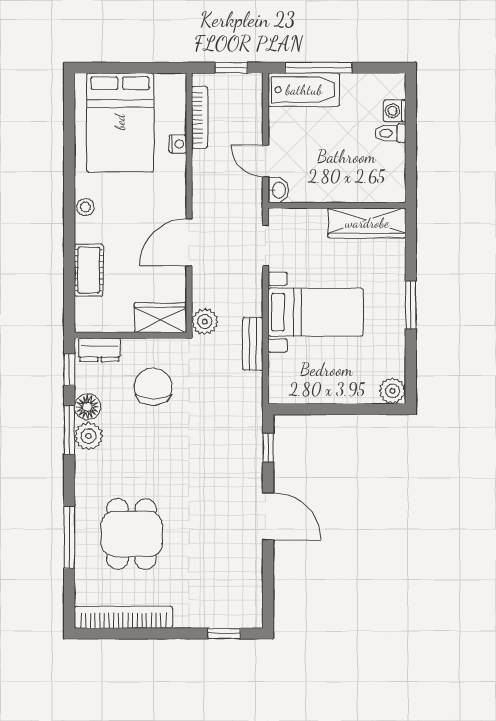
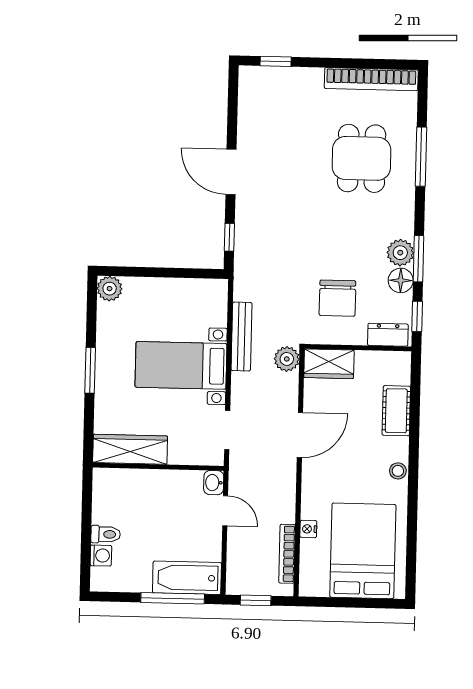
bench: (253, 344) -> (242, 337), width x1.36

